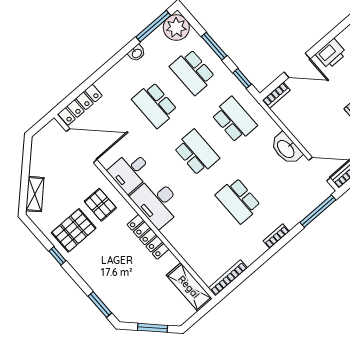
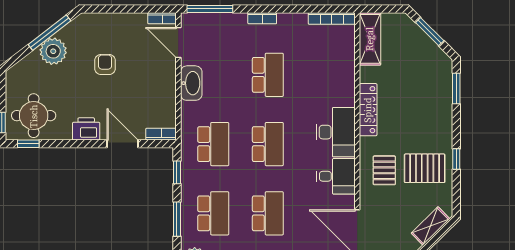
school desk: (234, 120) -> (213, 144), turned 180
school desk: (196, 153) -> (268, 144), turned 180

